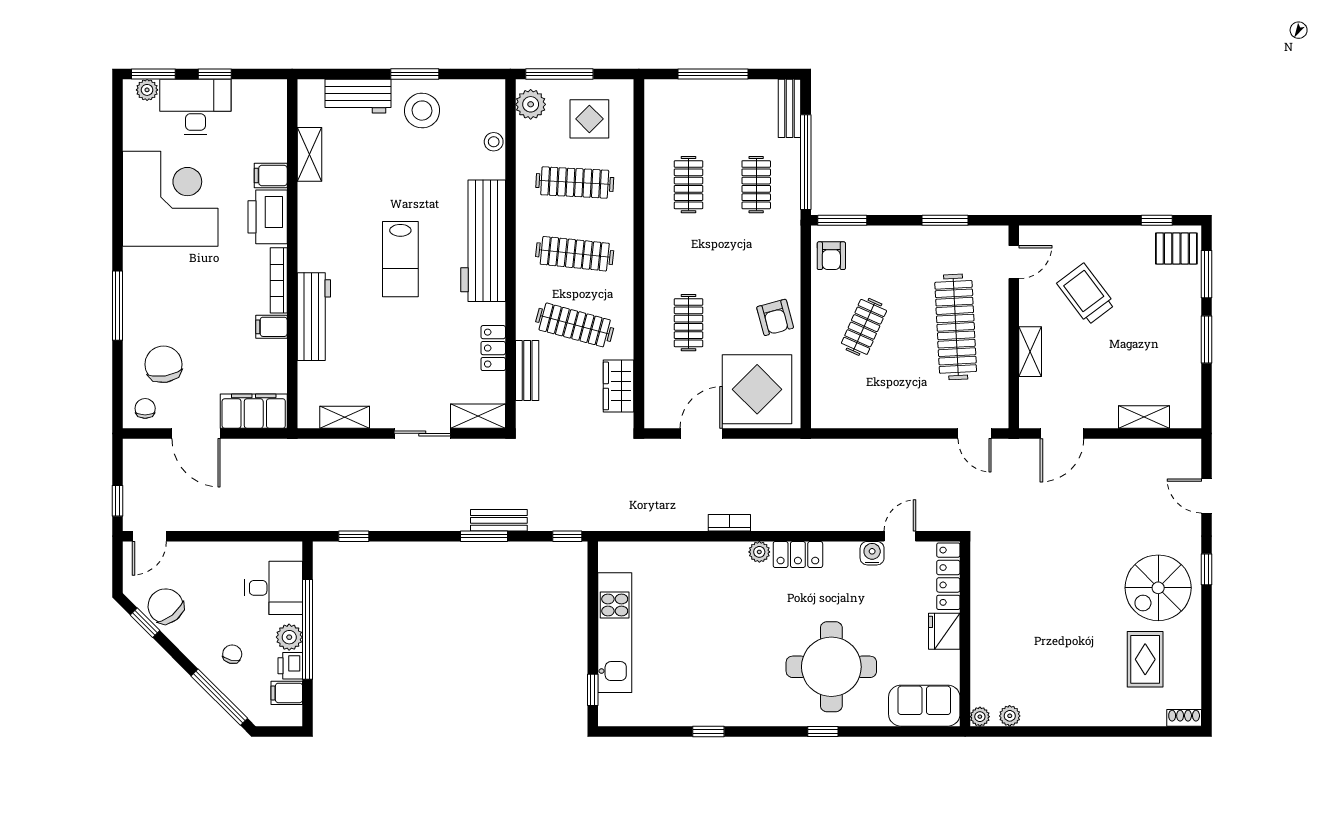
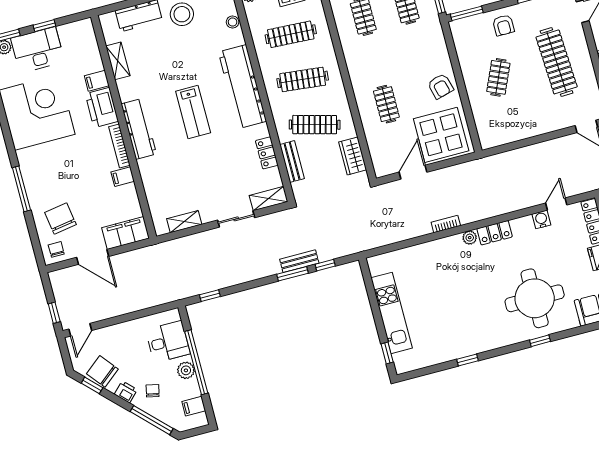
armchair: (831, 256) -> (503, 25), moved
workbench: (314, 317) -> (139, 129), moved
window: (567, 536) -> (325, 265), moved
printer: (290, 666) -> (126, 392), moved, turned 135

